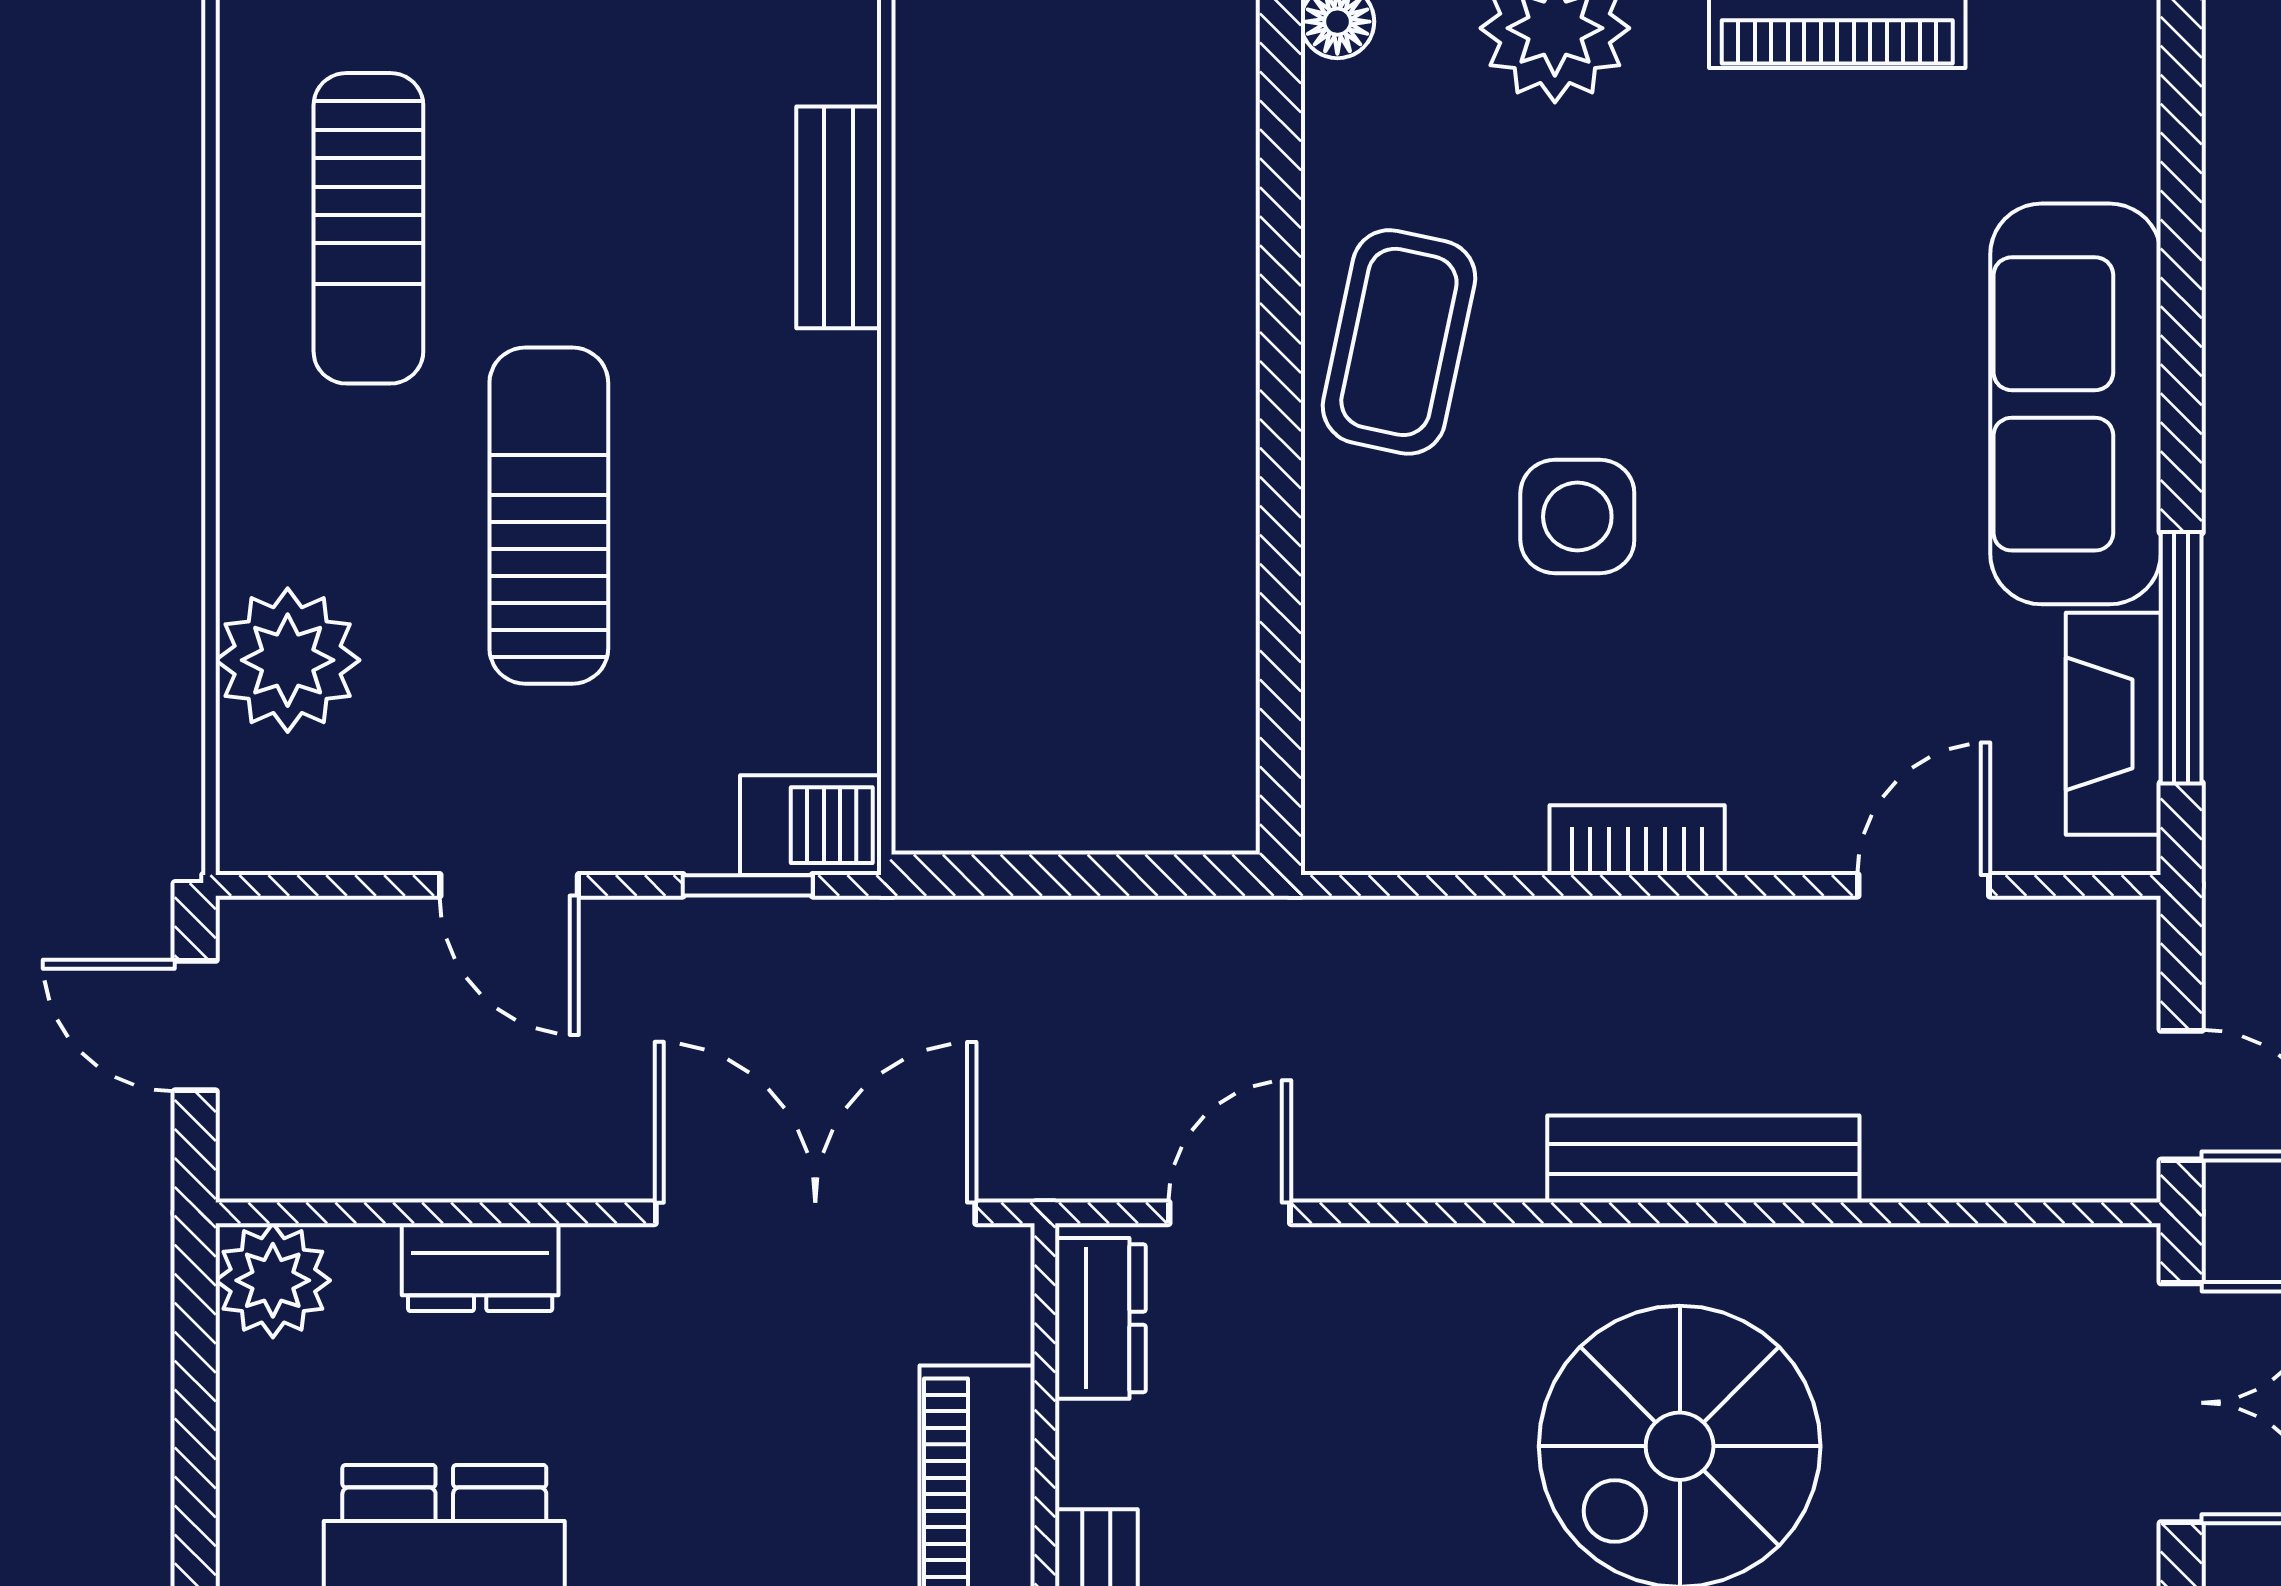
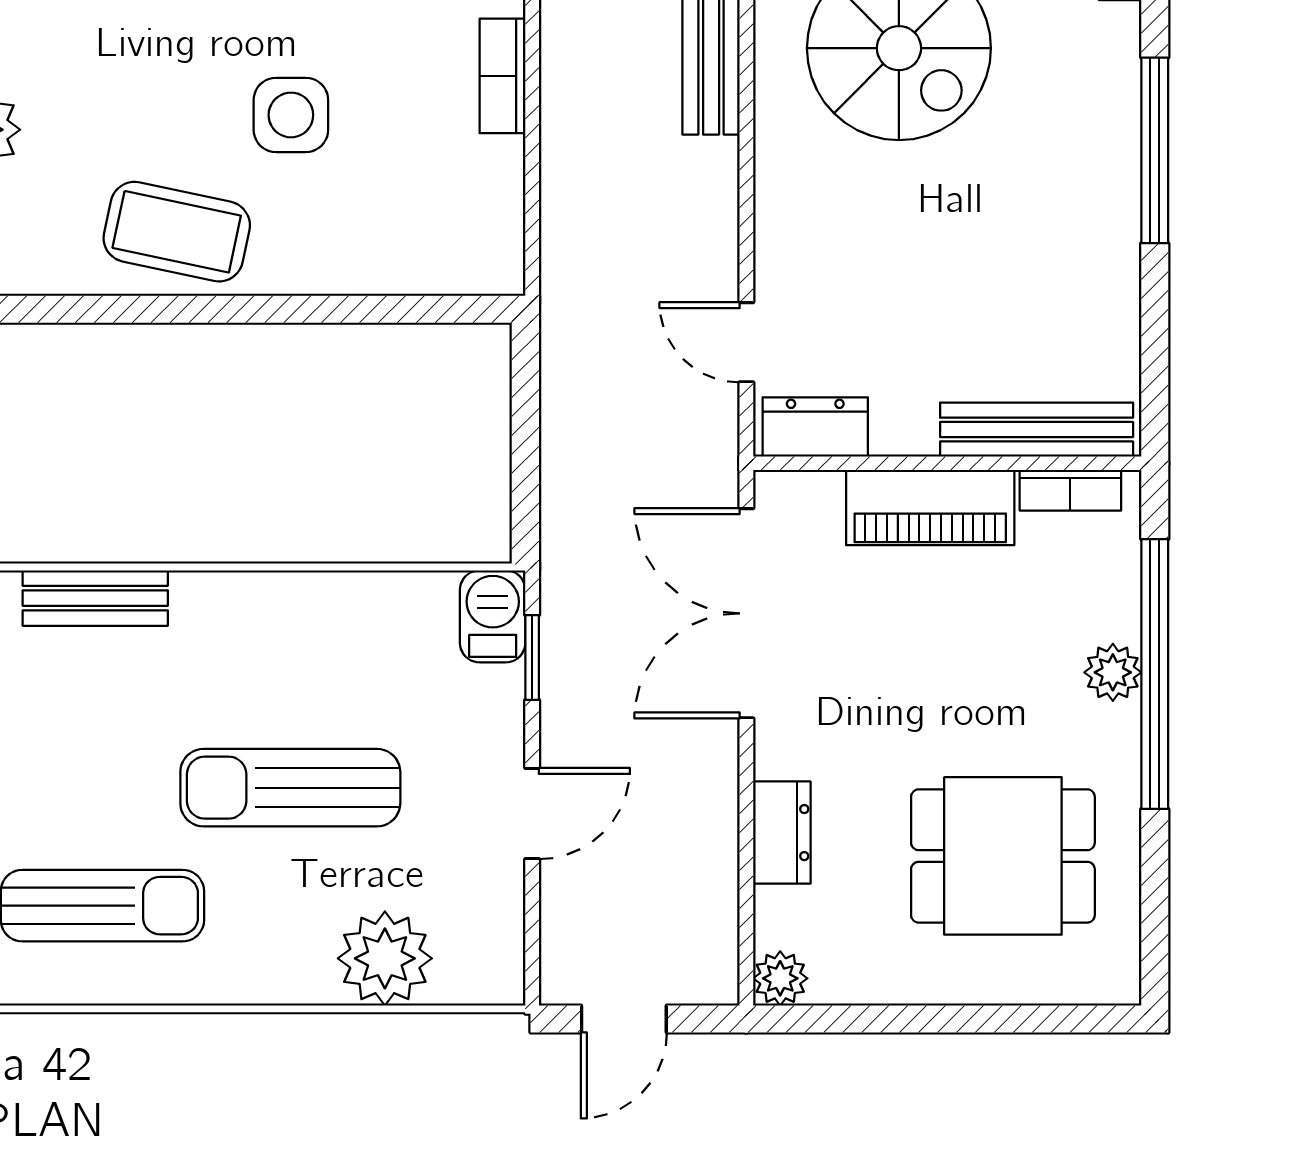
plant: (273, 1280) -> (780, 978), width x0.73, depth x0.73

